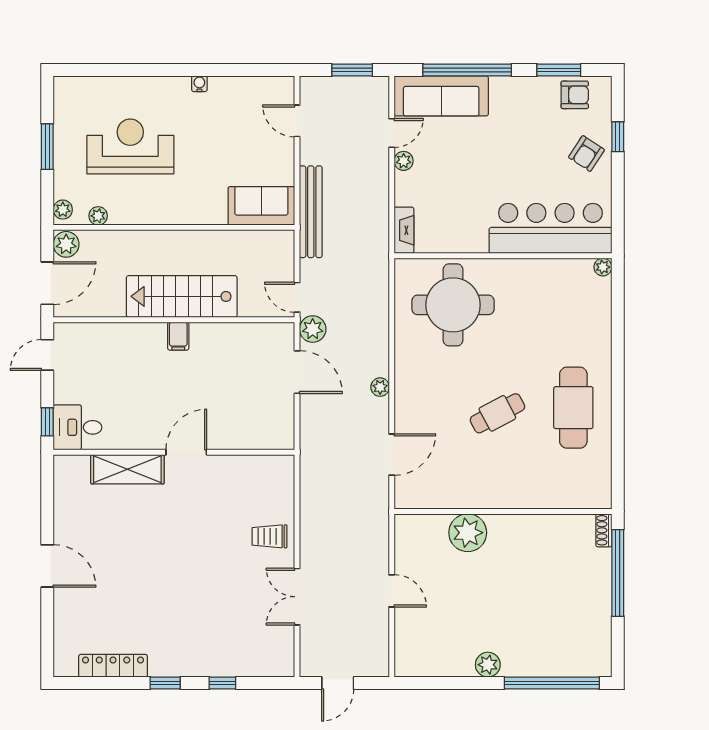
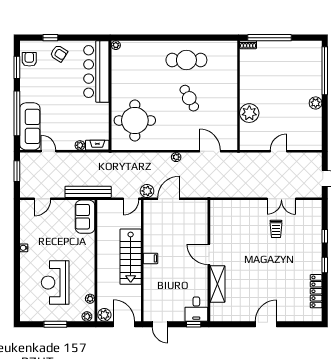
plant: (404, 161) -> (80, 145), moved
trolley: (270, 536) -> (276, 229), moved

